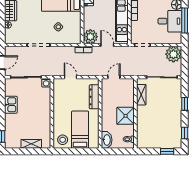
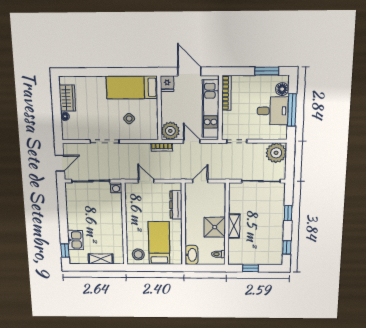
shelving: (141, 95) -> (234, 226), moved
kitchen sink: (11, 105) -> (75, 240), moved
window: (167, 151) -> (250, 268), moved

